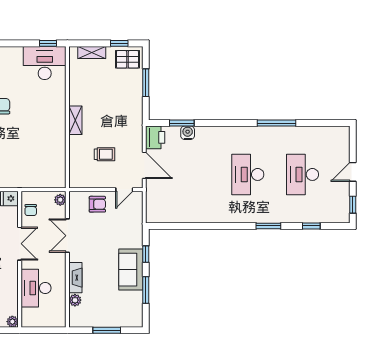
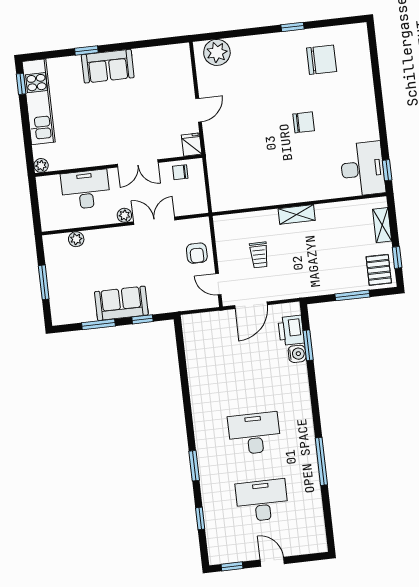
printer: (155, 137) -> (291, 330), moved, turned 90
plant: (60, 200) -> (124, 215), moved
fireplace: (75, 278) -> (104, 236), removed

